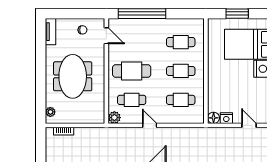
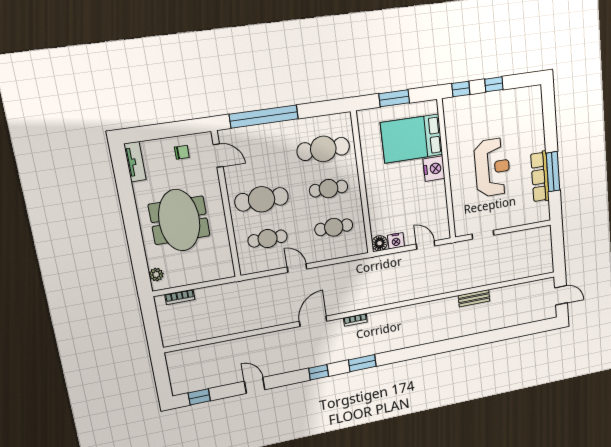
cafe table: (181, 42) -> (323, 149), width x1.37, depth x1.35
plant: (114, 118) -> (248, 266), removed

